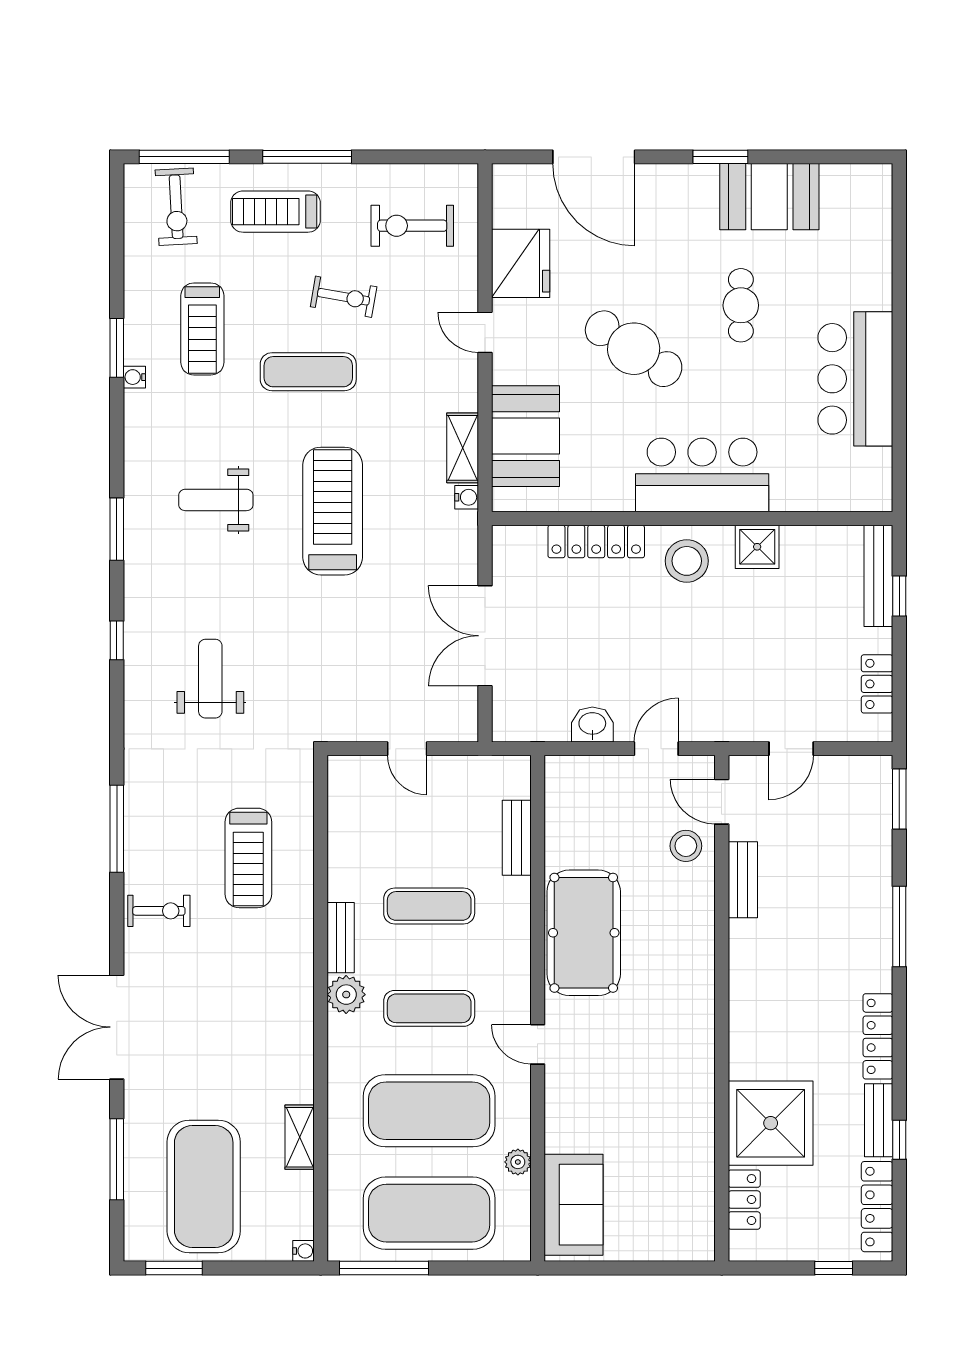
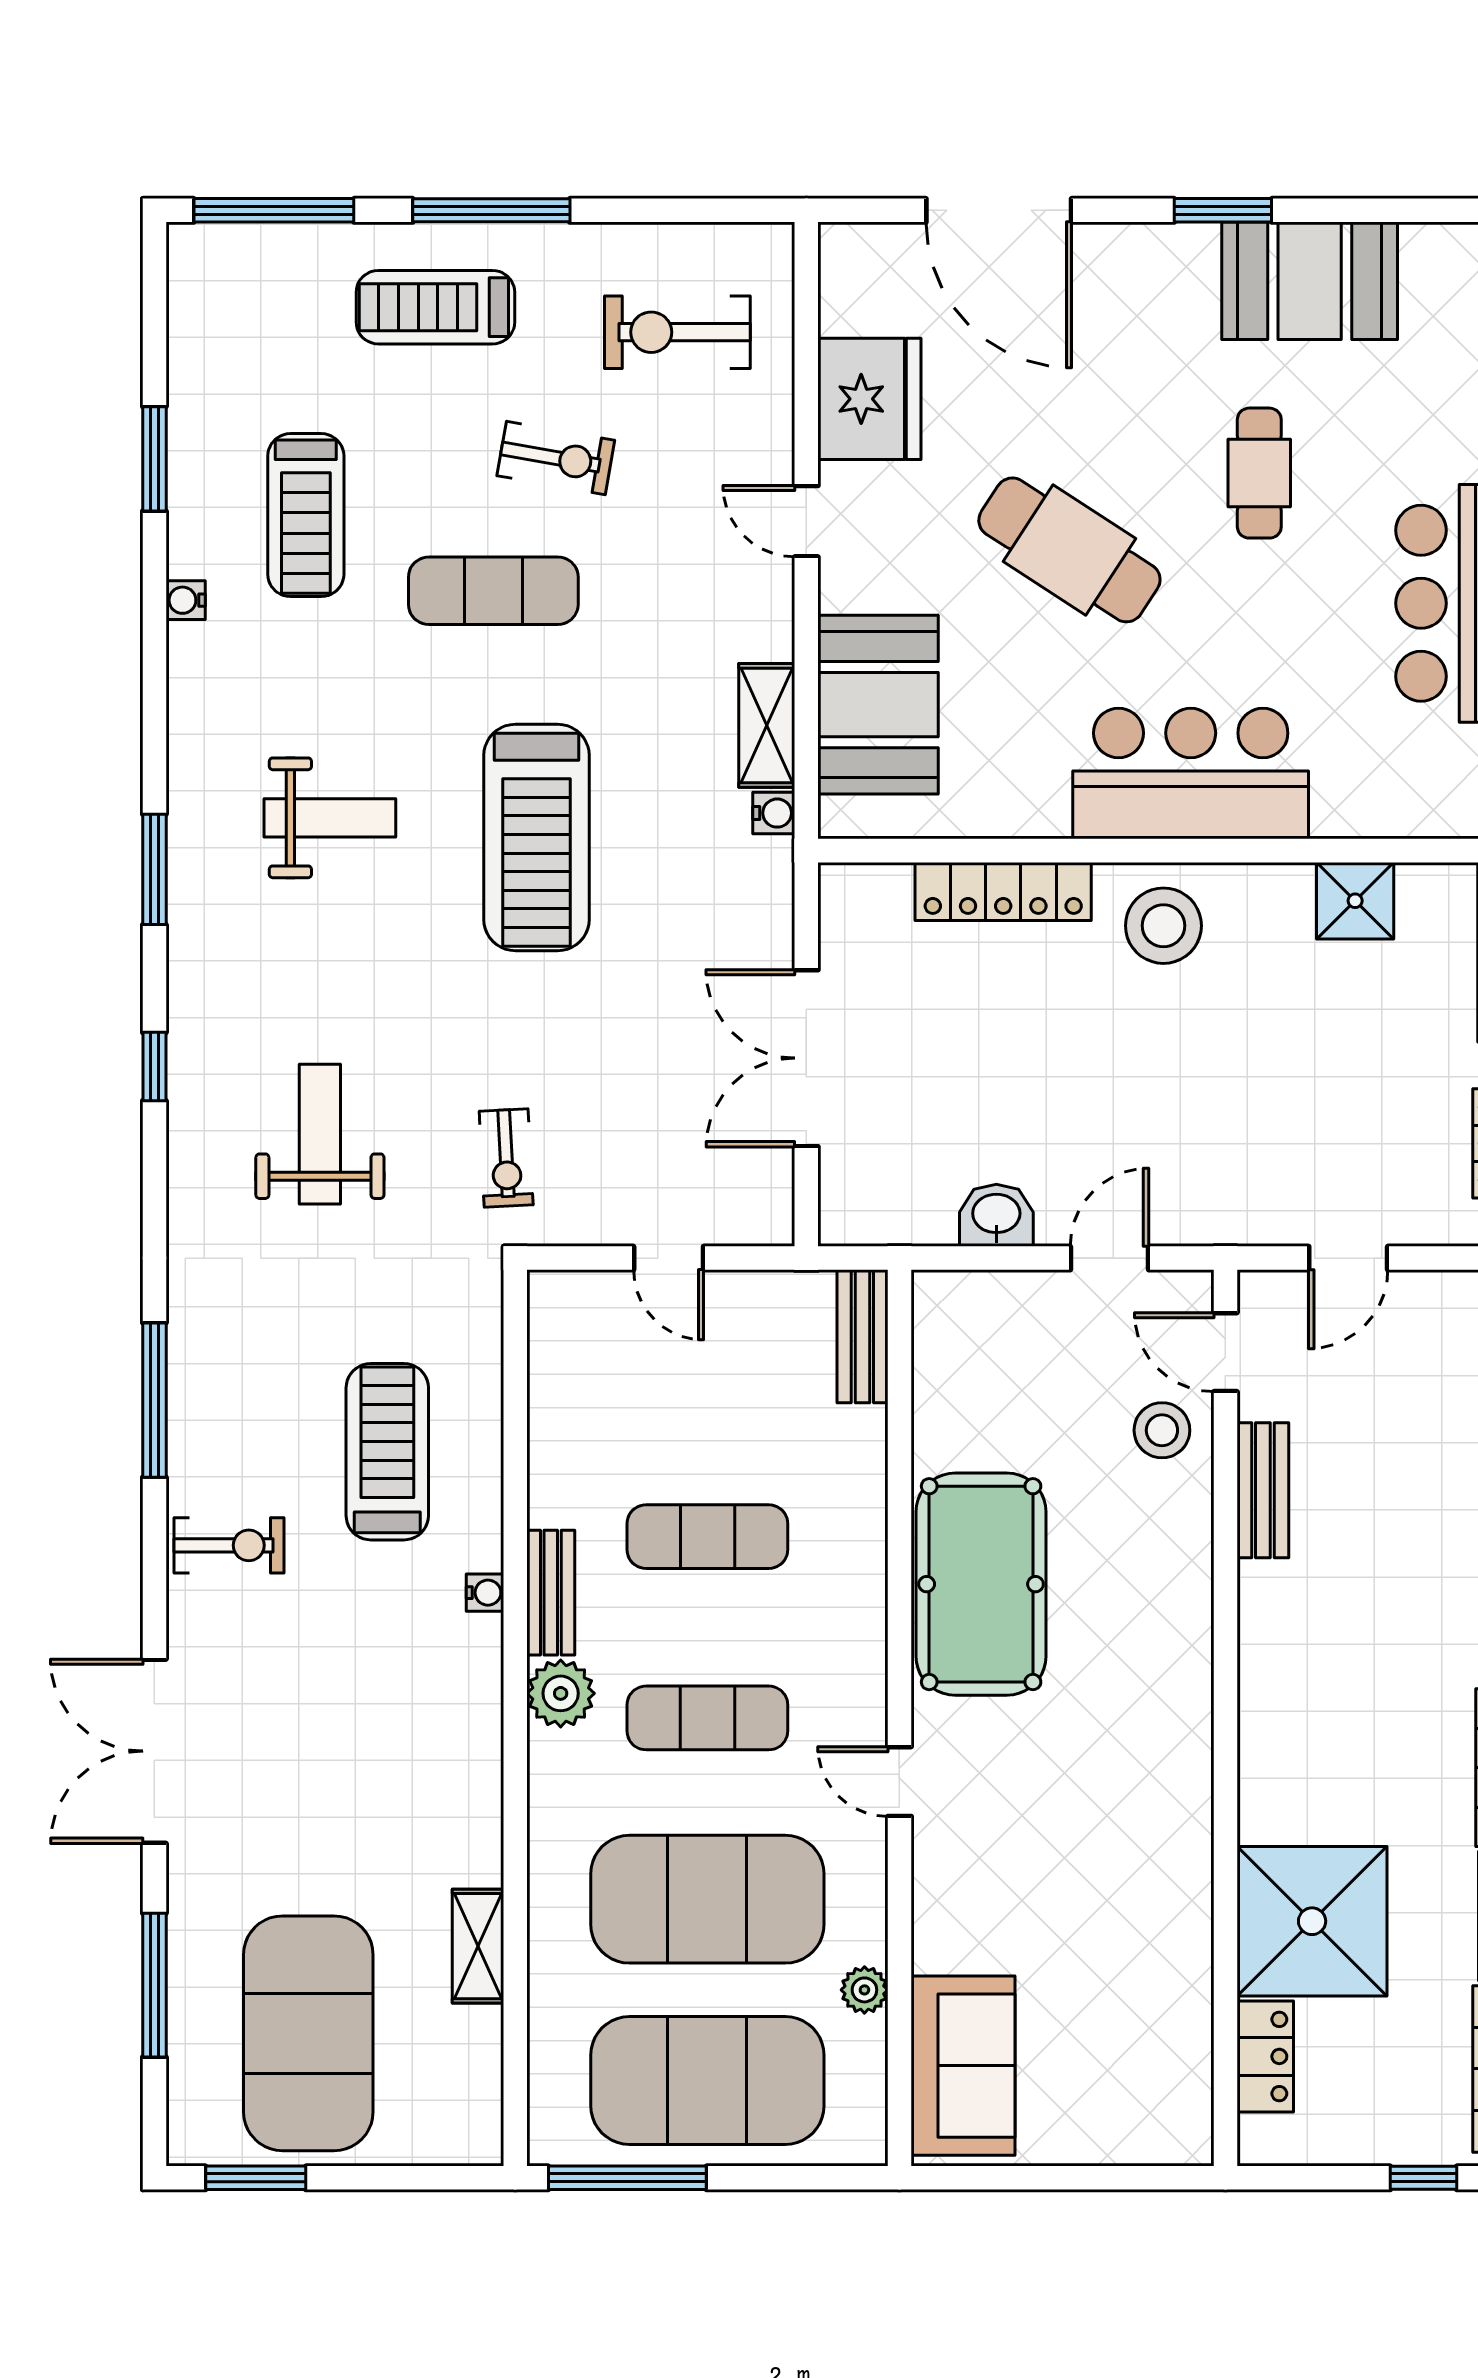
exercise bike: (176, 207) -> (506, 1158), moved, width x0.73, depth x0.72
window: (117, 348) -> (154, 459), moved
weight bench: (216, 500) -> (330, 818), turned 180
treadmill: (333, 511) -> (537, 837), turned 180
shower: (757, 547) -> (1355, 901), moved
bench: (517, 838) -> (862, 1336), moved
treadmill: (248, 858) -> (387, 1452), turned 180
water cooler: (304, 1251) -> (485, 1593), moved

